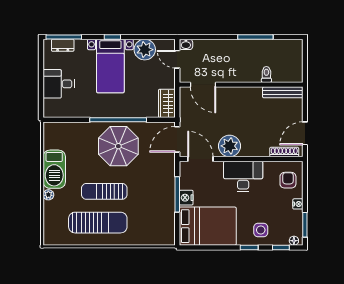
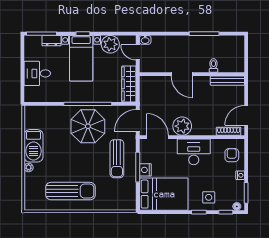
dresser: (63, 45) -> (52, 41), moved
door: (203, 85) -> (182, 74), moved
wardrobe: (167, 103) -> (129, 84), width x1.50
sun lounger: (104, 191) -> (117, 159), moved, turned -90

